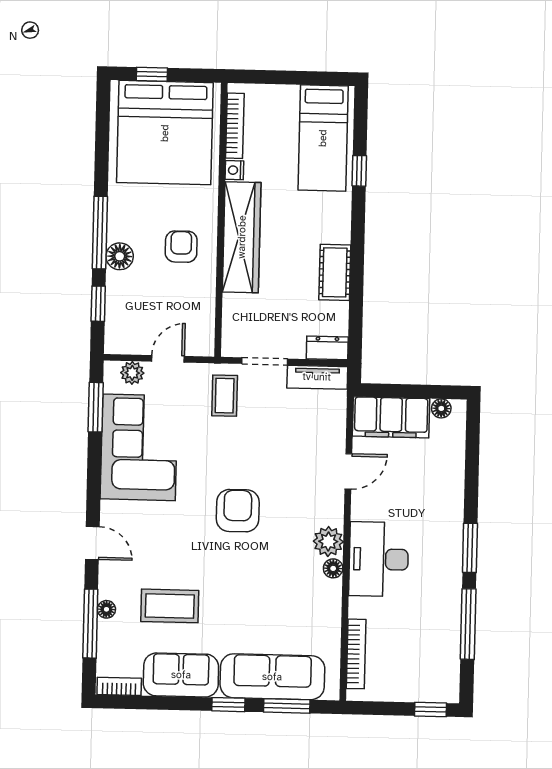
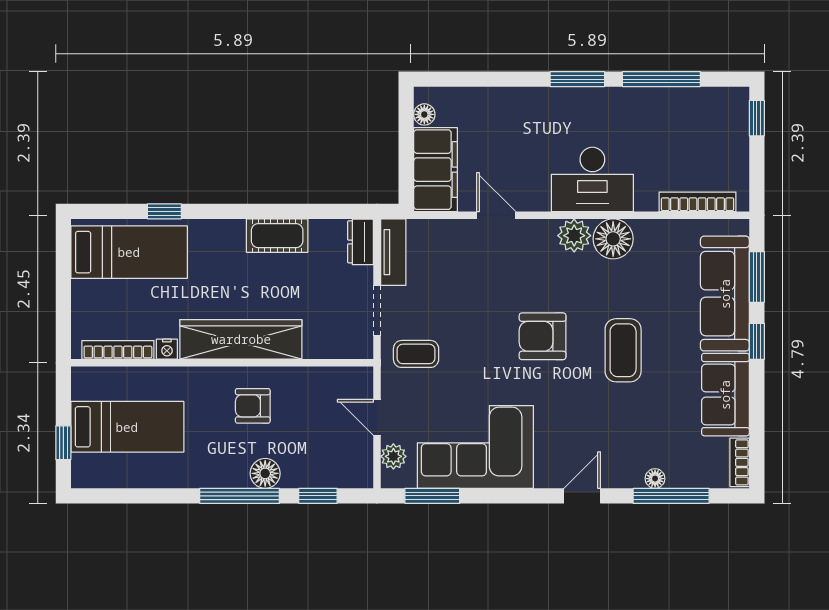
bed: (165, 133) -> (127, 427), width x0.49
floor lamp: (333, 568) -> (613, 239), width x1.89, depth x1.89
coffee table: (170, 606) -> (623, 350), moved

